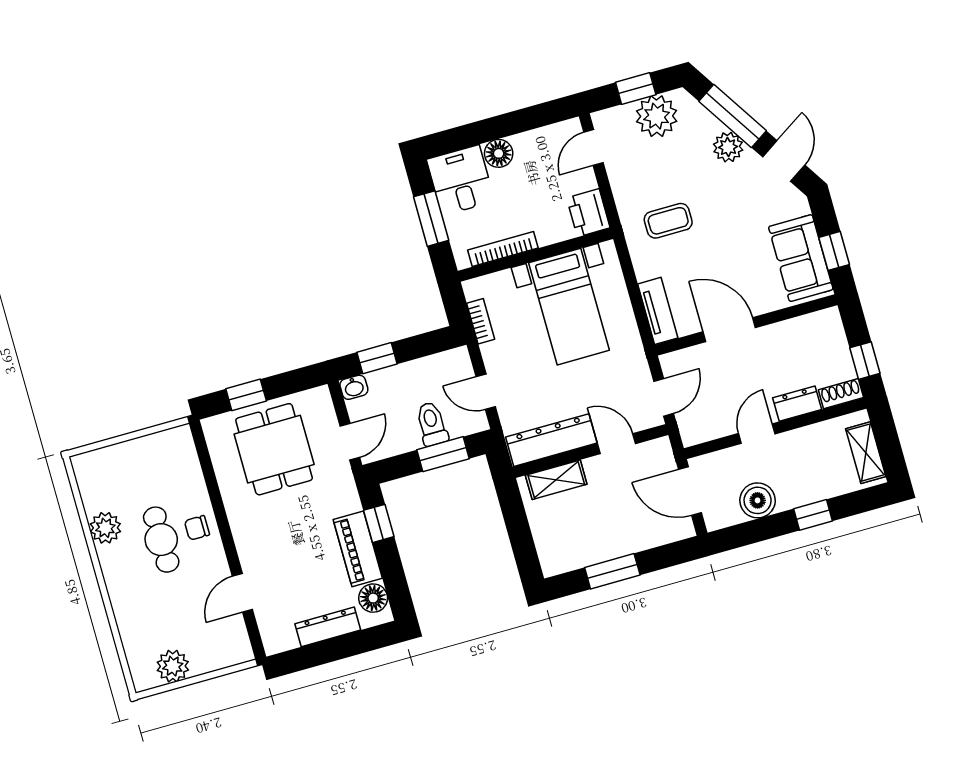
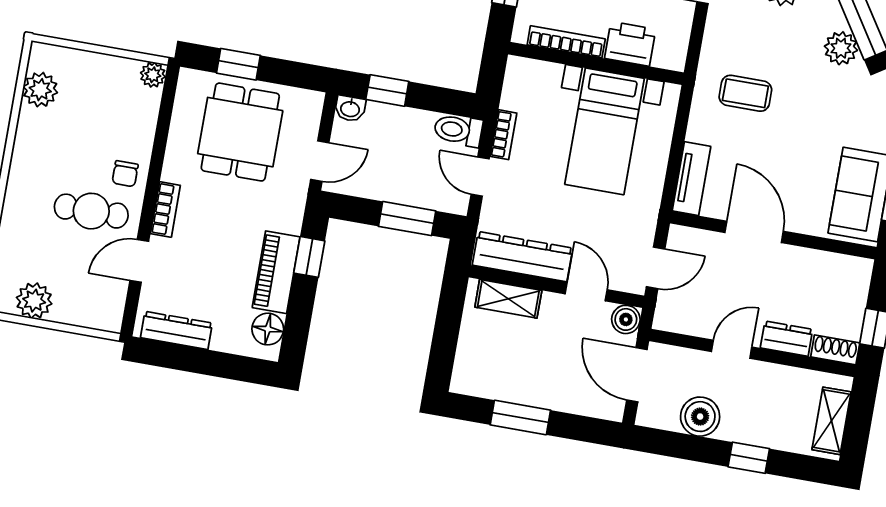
printer: (588, 213) -> (630, 44), moved, turned 90
bookcase: (481, 321) -> (503, 135), moved
toilet: (432, 424) -> (458, 130), moved, turned -90
plant: (181, 437) -> (153, 75), added
boiler: (660, 451) -> (626, 319), added
plant: (105, 528) -> (40, 90), moved
chair: (197, 528) -> (125, 174), turned -90
cafe table: (161, 540) -> (91, 211), moved, turned 90
bookcase: (244, 541) -> (165, 209), added
dresser: (328, 627) -> (176, 330), moved

